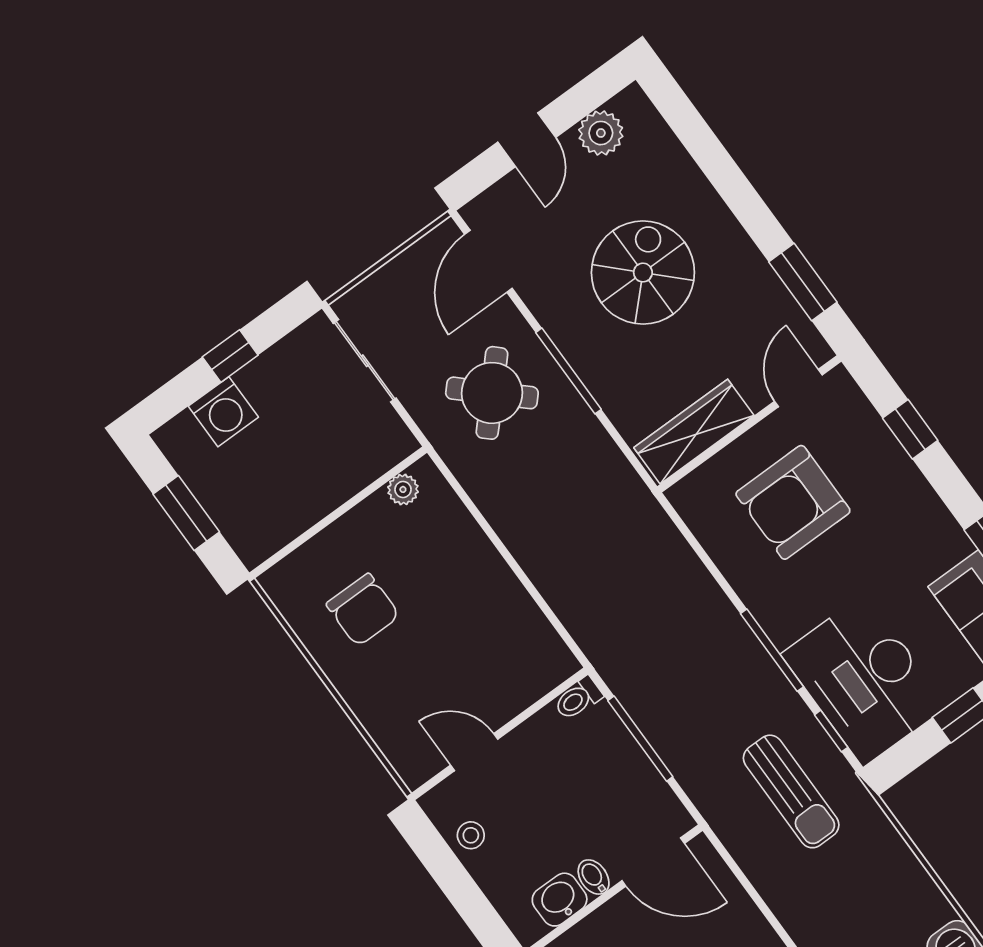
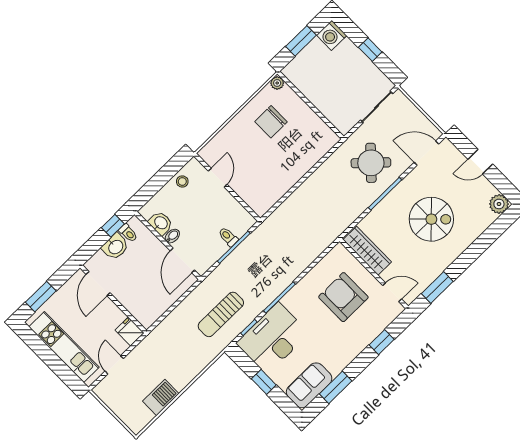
plant: (601, 133) -> (499, 204), moved
washing machine: (223, 412) -> (332, 35), moved
plant: (403, 489) -> (277, 83), moved
toilet: (578, 698) -> (228, 237), moved

